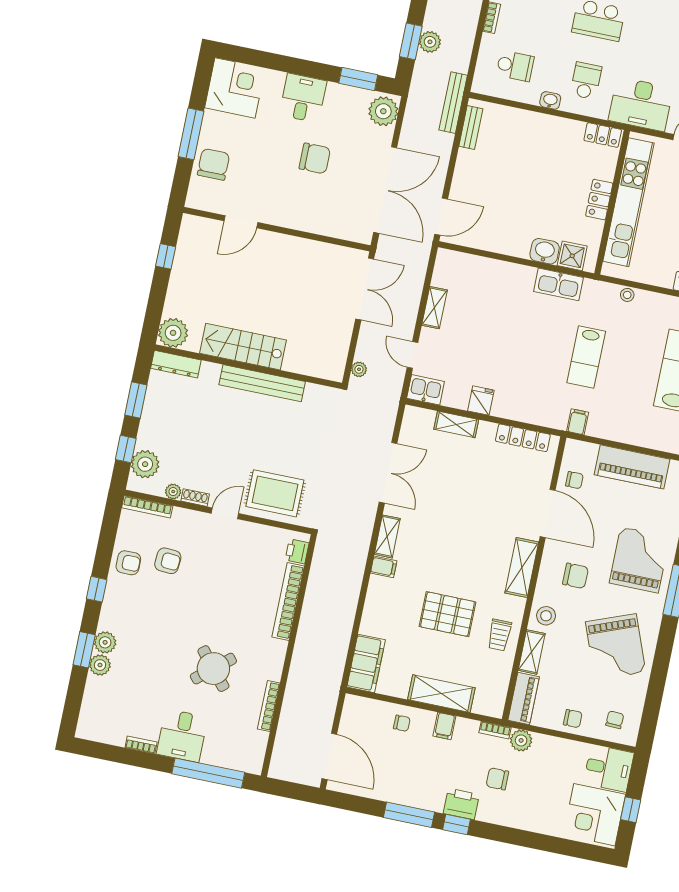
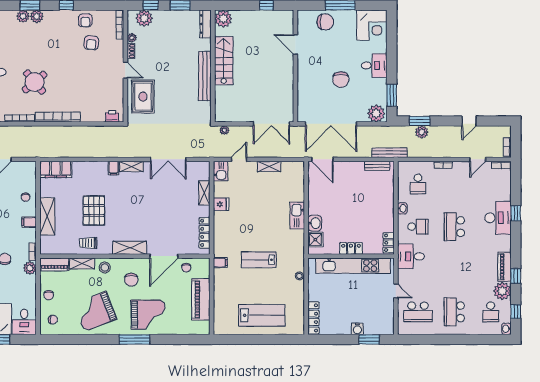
desk: (641, 104) -> (411, 256), width x0.73
kitchen sink: (558, 284) -> (297, 216), moved
bookcase: (288, 601) -> (58, 117), moved

